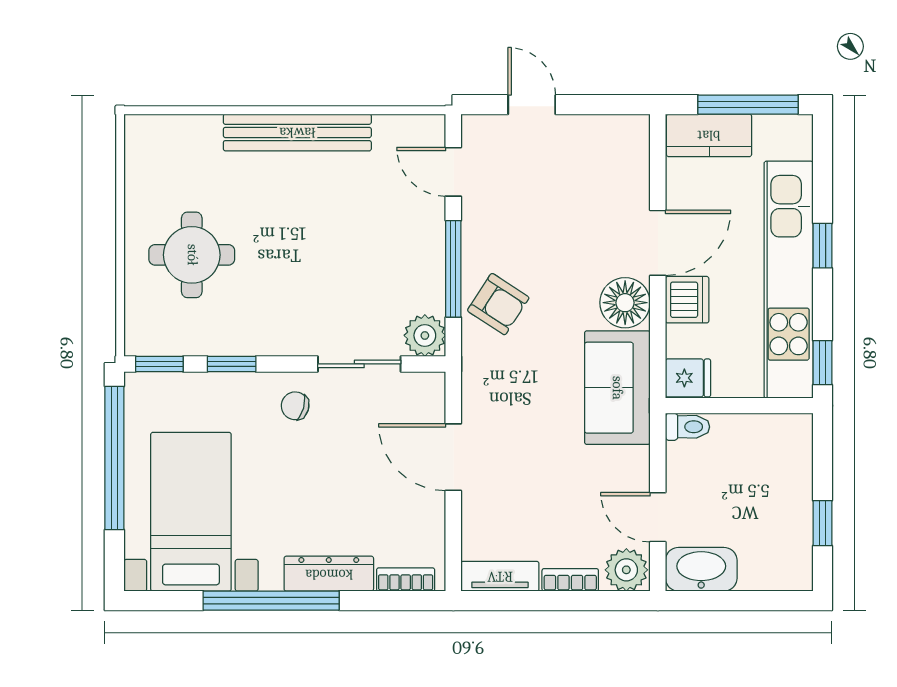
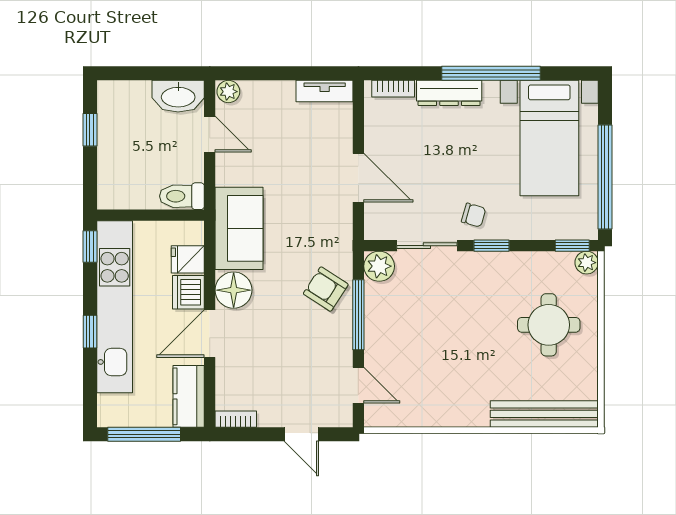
bench: (297, 132) -> (544, 414), moved
kitchen counter: (709, 135) -> (189, 396), moved, turned -90
plant: (140, 341) -> (587, 263), added
window: (232, 364) -> (491, 246), moved
fridge: (688, 378) -> (188, 259), moved
toilet: (687, 427) -> (182, 196), width x1.37, depth x1.39
plant: (626, 570) -> (228, 92), width x0.73, depth x0.73
bookcase: (570, 580) -> (236, 419), moved, turned 180

